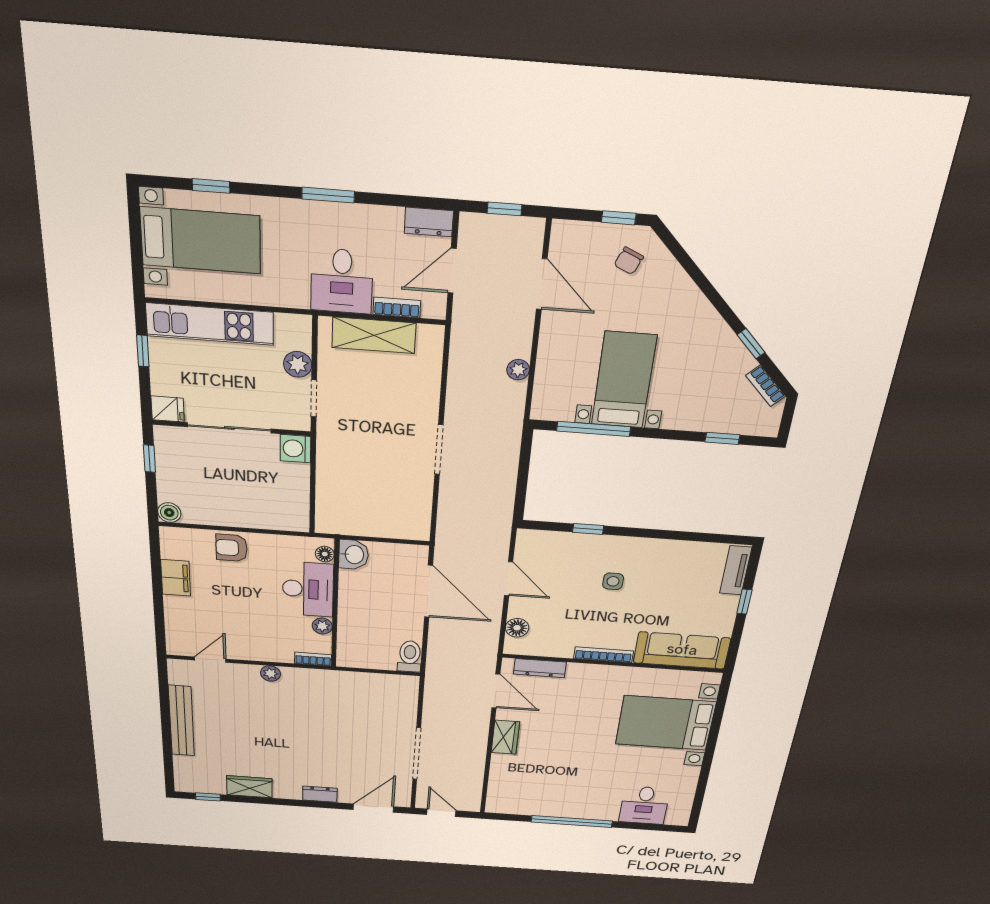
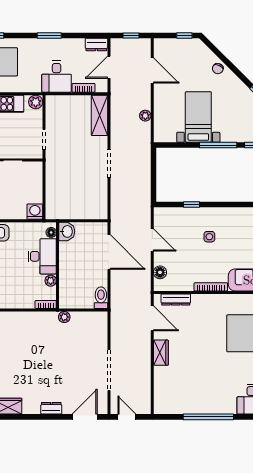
chair: (629, 261) -> (218, 69), moved
shelving: (374, 335) -> (99, 115), moved, turned 90
plant: (298, 364) -> (36, 102), moved
window: (594, 429) -> (218, 145), moved
washing machine: (295, 449) -> (35, 212), moved, turned 90
plant: (270, 673) -> (64, 317), moved

